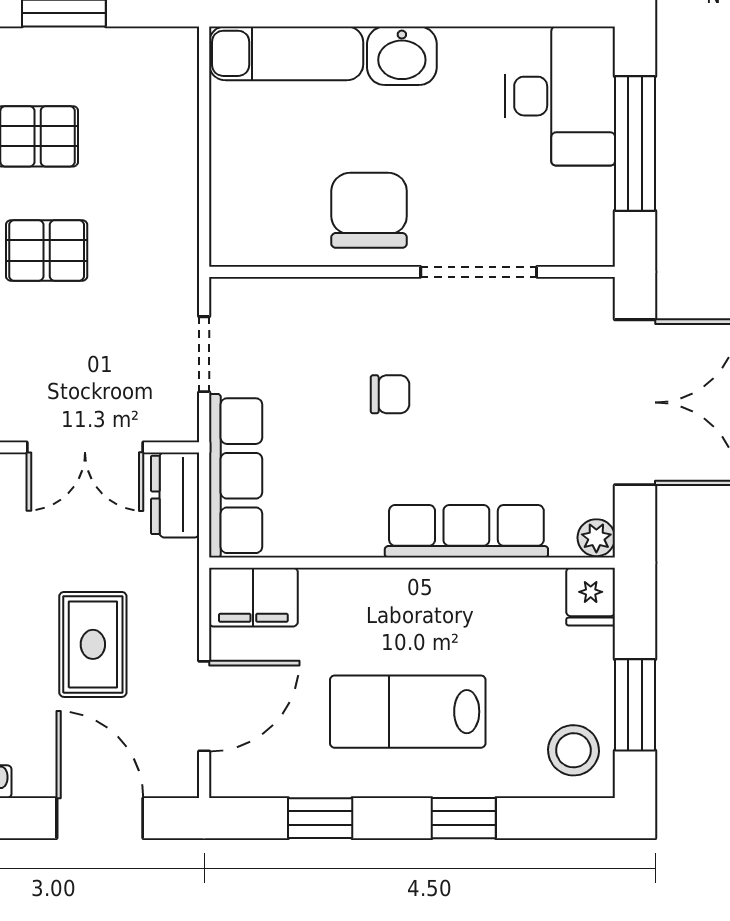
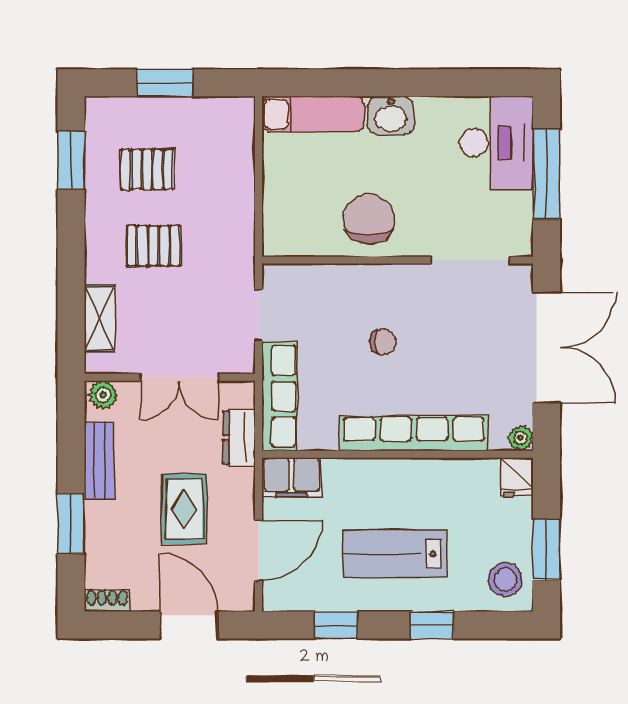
doorway: (479, 272) -> (470, 260), moved
dresser: (175, 495) -> (239, 438), moved
row of seats: (466, 531) -> (414, 433), width x1.36

